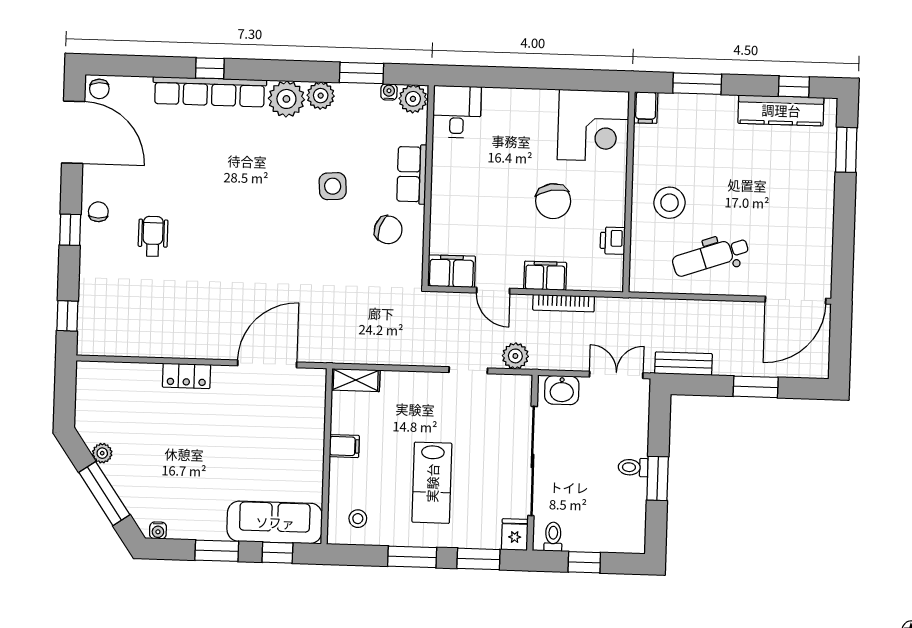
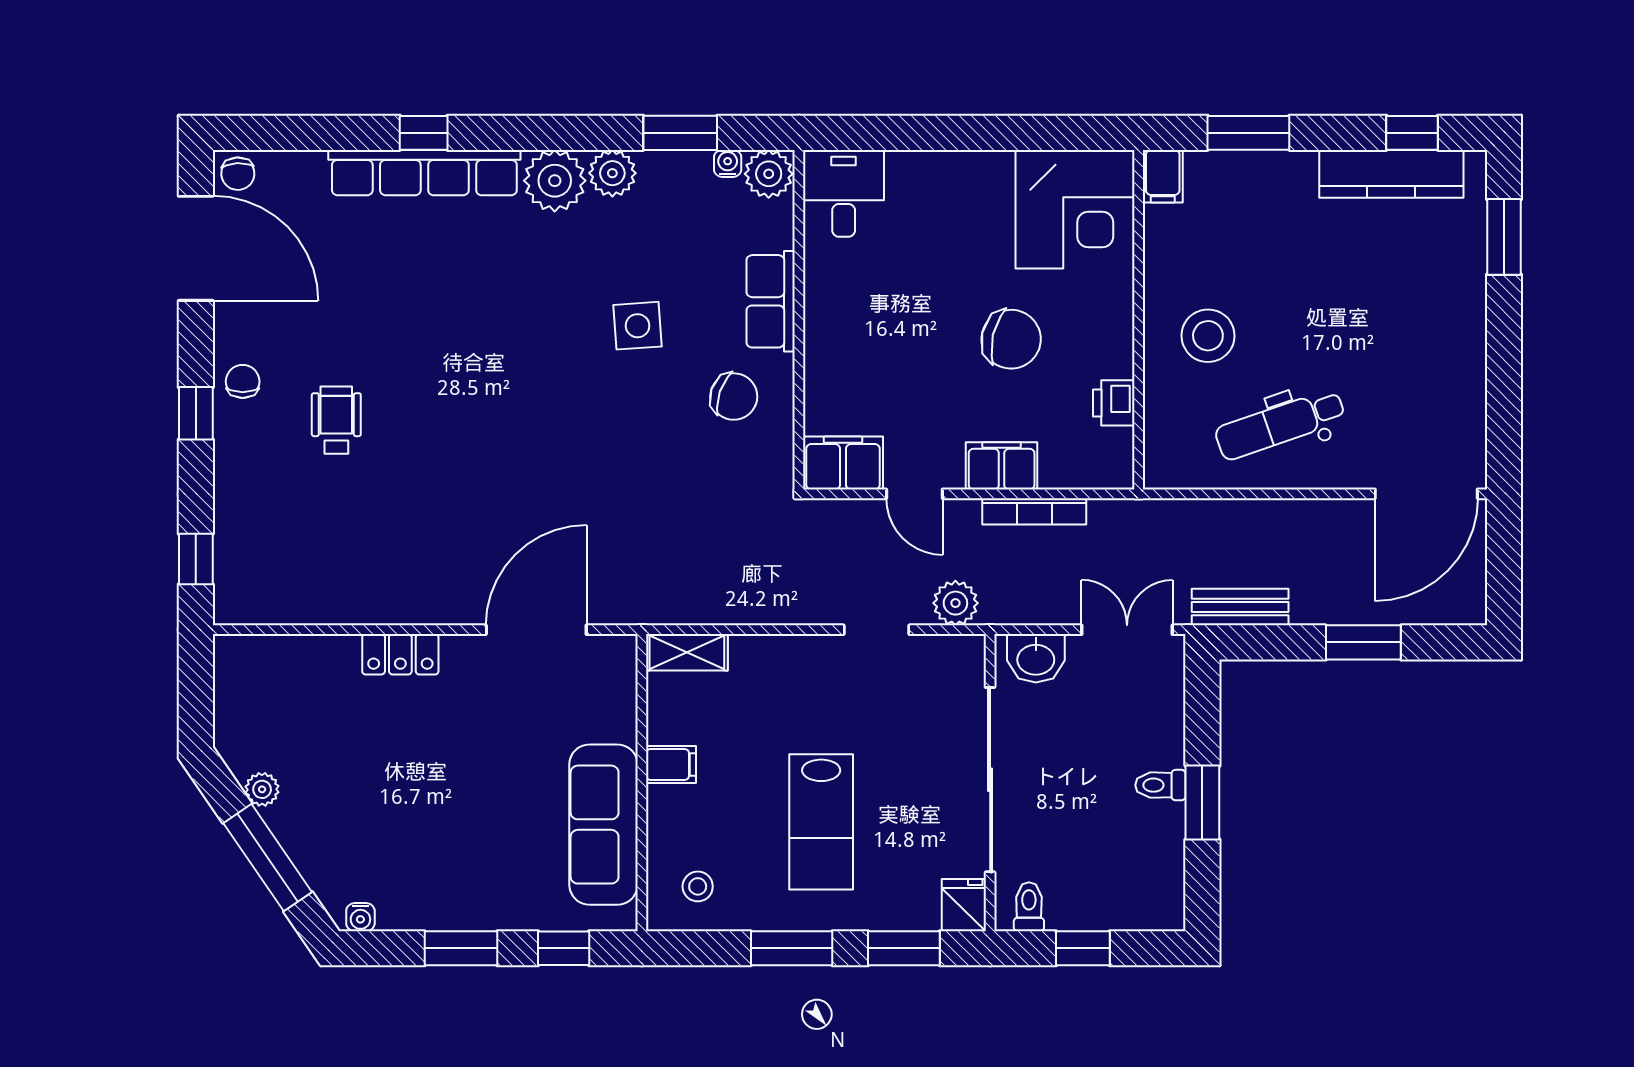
chair: (553, 201) -> (1011, 339), turned -67
sofa: (275, 522) -> (603, 825), moved, turned -90

